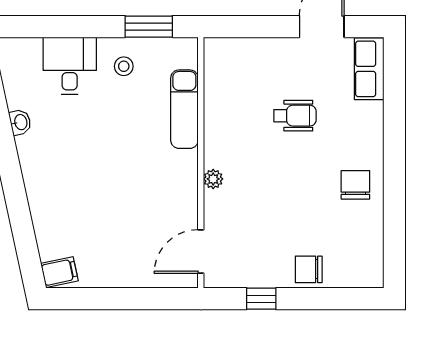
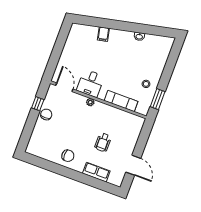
desk: (70, 66) -> (90, 83), moved, turned 90
row of seats: (369, 69) -> (96, 172), moved
chair: (309, 269) -> (46, 114), moved
filing cabinet: (59, 272) -> (103, 34), moved

